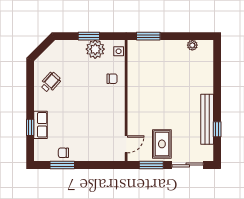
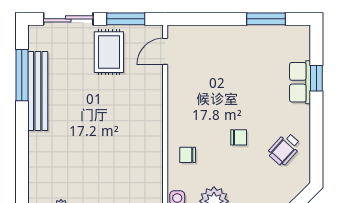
window: (217, 129) -> (22, 75), width x2.17
chair: (63, 153) -> (239, 137), moved

